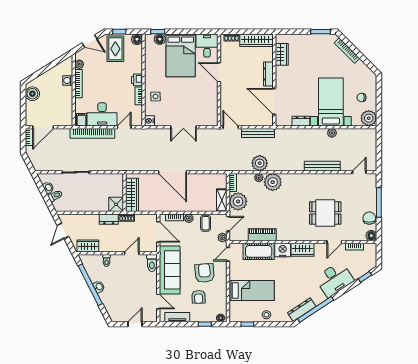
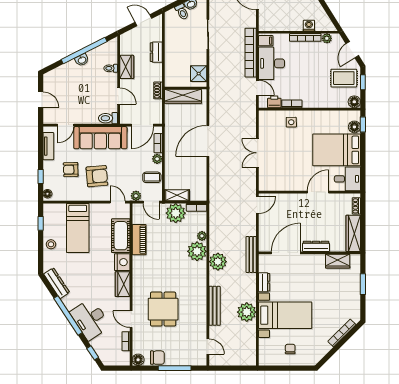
window: (320, 32) -> (363, 284), moved
printer: (137, 80) -> (274, 102), moved
plant: (369, 118) -> (267, 357), removed
nightstand: (150, 121) -> (264, 116), removed
bench: (258, 133) -> (251, 254), moved
plant: (332, 133) -> (247, 312), width x1.87, depth x1.87
plant: (260, 163) -> (218, 262), moved
shower: (116, 204) -> (199, 74), moved
dresser: (109, 219) -> (156, 52), moved
wardrobe: (88, 246) -> (127, 67), moved
window: (316, 309) -> (68, 315), moved

